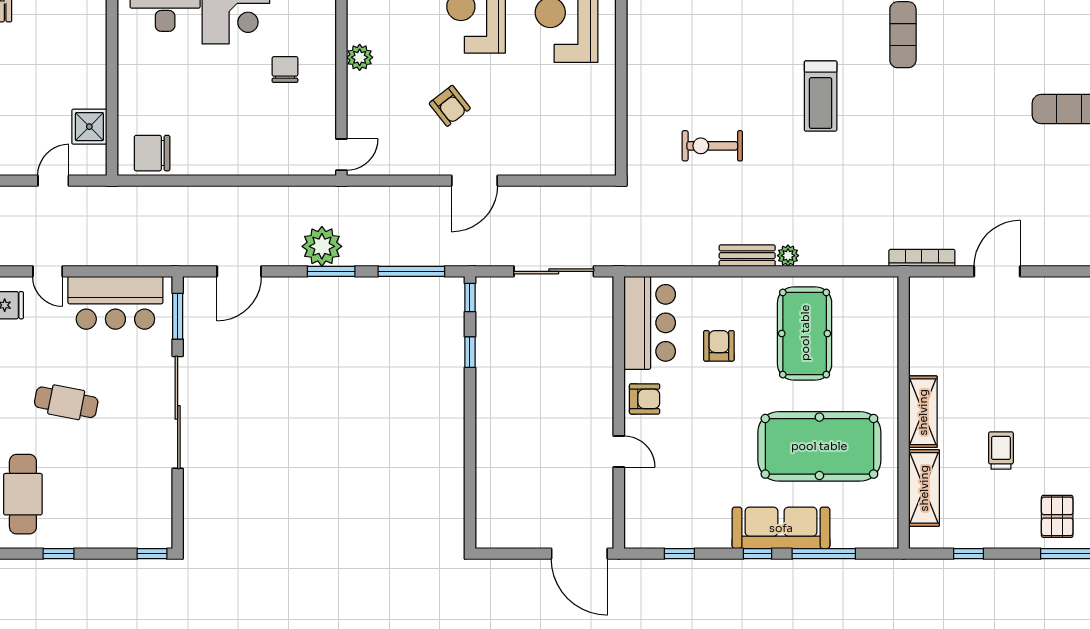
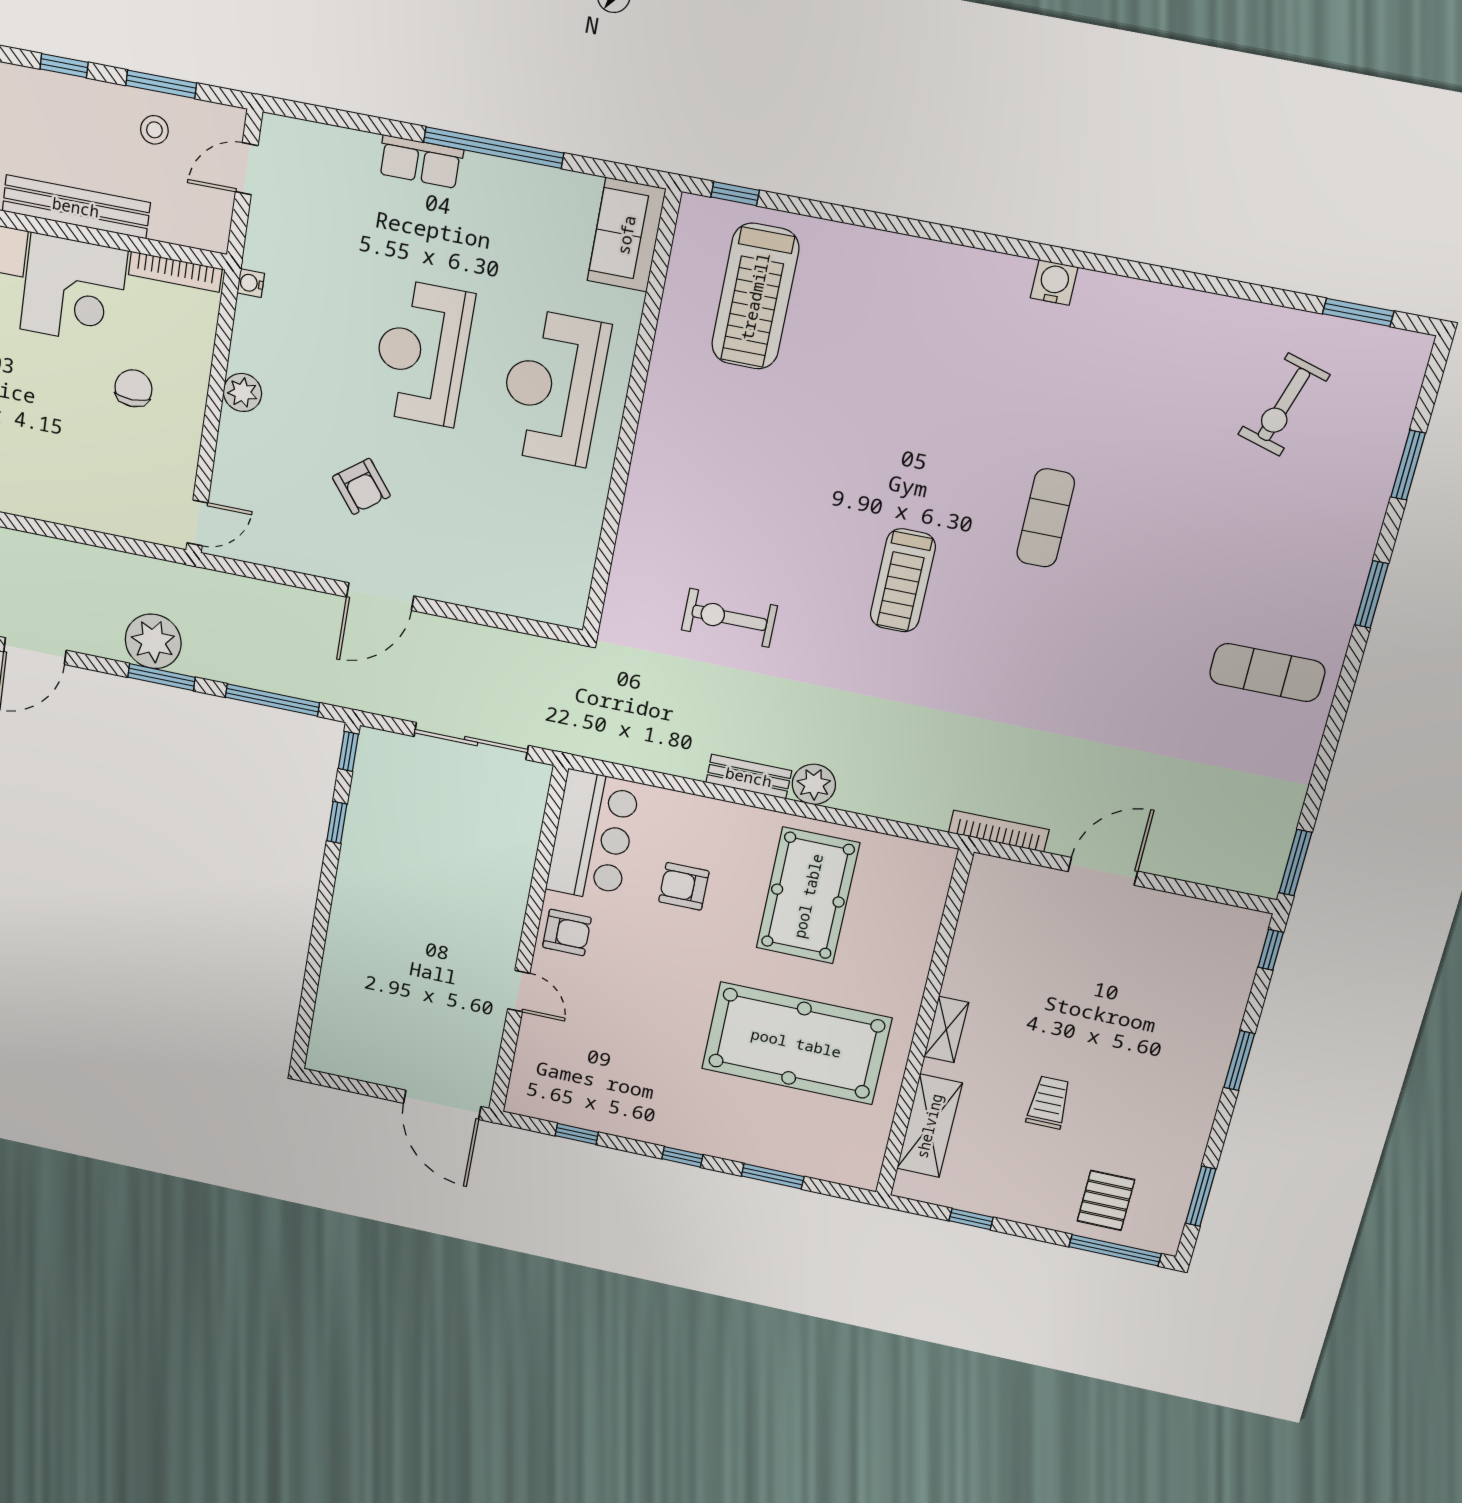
plant: (788, 256) -> (814, 784), width x1.38, depth x1.38
armchair: (719, 346) -> (684, 886), turned -90
shelving: (923, 412) -> (946, 1029), width x0.67, depth x0.75
sofa: (781, 528) -> (721, 1132), removed
window: (824, 554) -> (773, 1176), width x0.69

